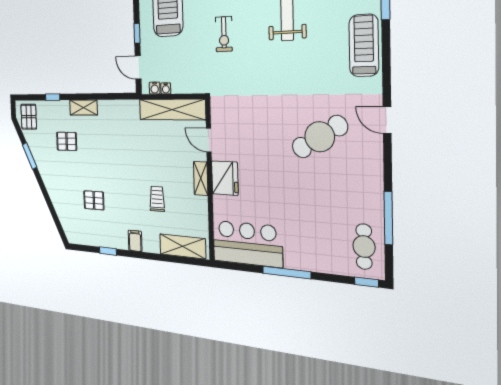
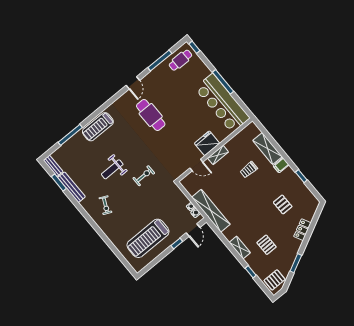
exercise bike: (224, 34) -> (144, 176), moved
shelving: (172, 109) -> (211, 211), moved
door: (387, 120) -> (133, 83), moved
cafe table: (320, 137) -> (151, 115), turned 31
door: (209, 140) -> (196, 165), hinge flipped
locker: (55, 196) -> (302, 230), added
bar counter: (247, 244) -> (222, 103), width x1.36
shelving: (183, 246) -> (268, 149), moved

